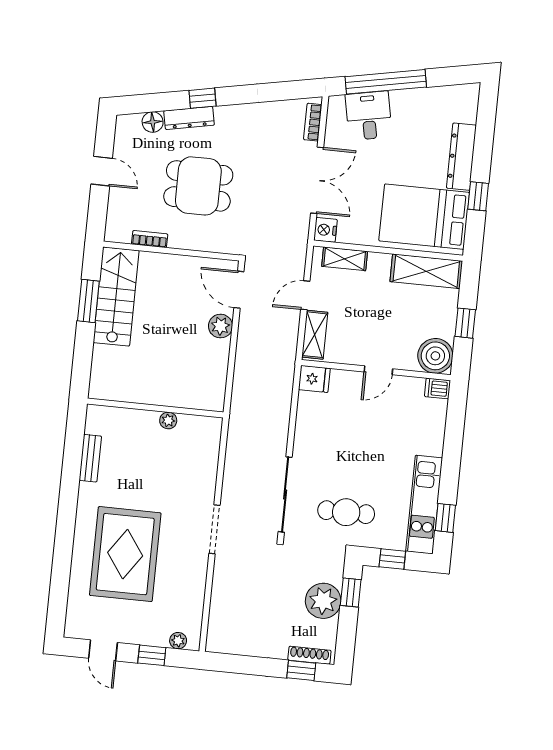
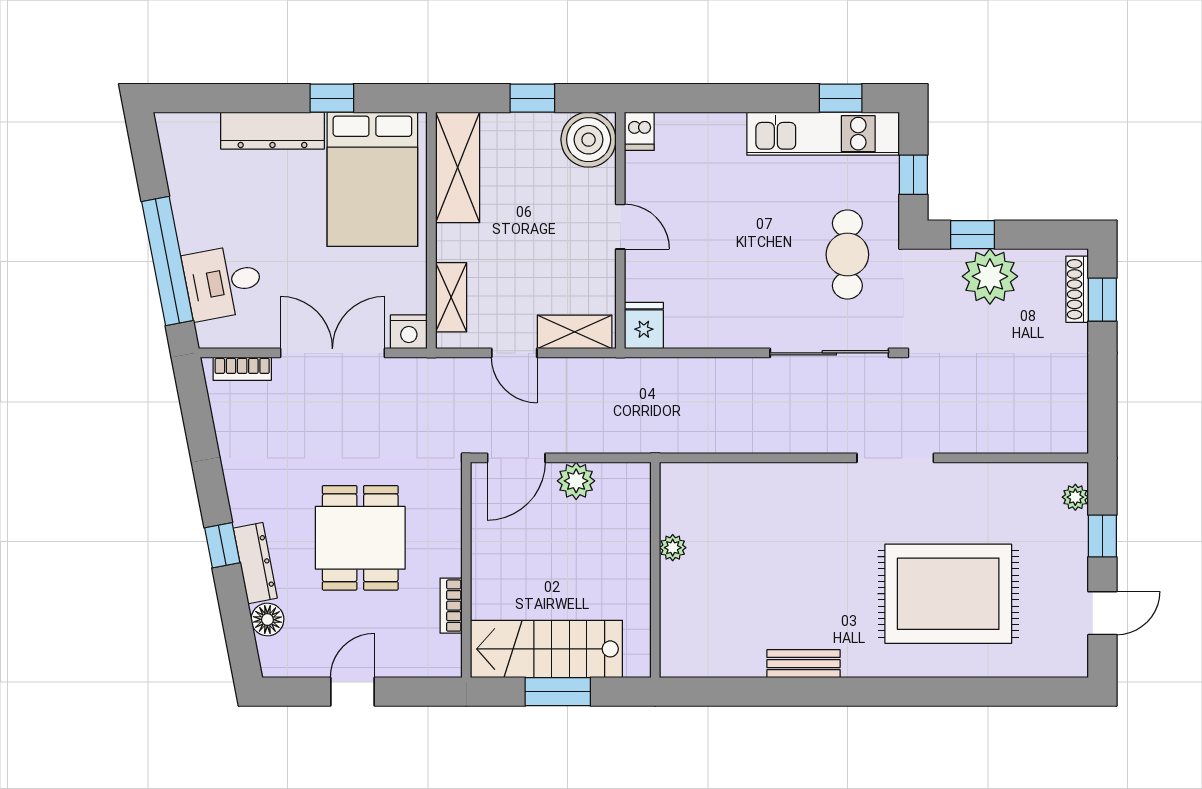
wall: (155, 408) -> (655, 570), moved
plant: (168, 421) -> (673, 548), moved

